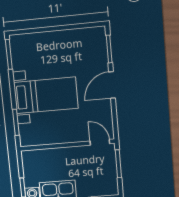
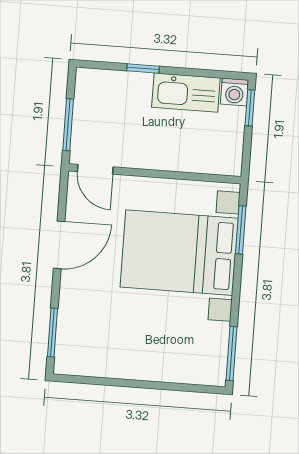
door: (112, 85) -> (59, 245), moved
bed with nightstands: (46, 95) -> (179, 253), width x1.36

